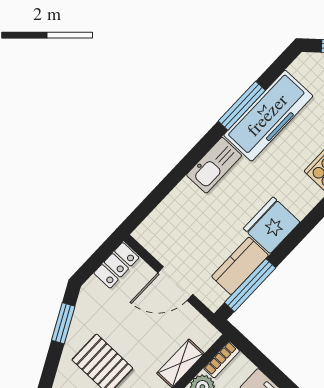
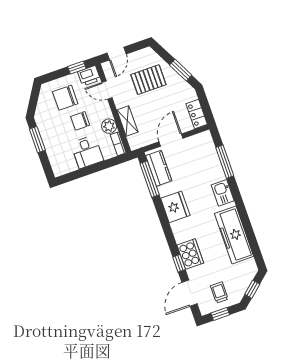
window: (242, 106) -> (225, 162), moved
kitchen sink: (214, 165) -> (223, 193), width x0.73
kitchen counter: (240, 266) -> (159, 168), moved

